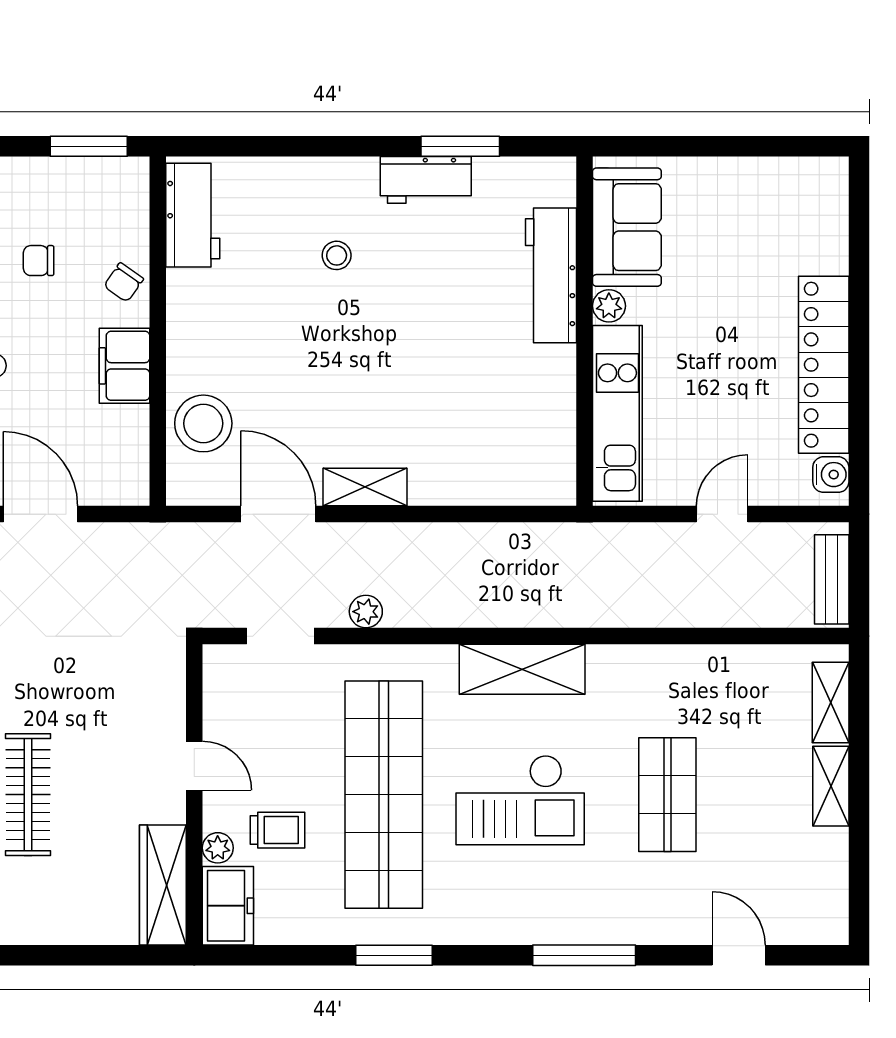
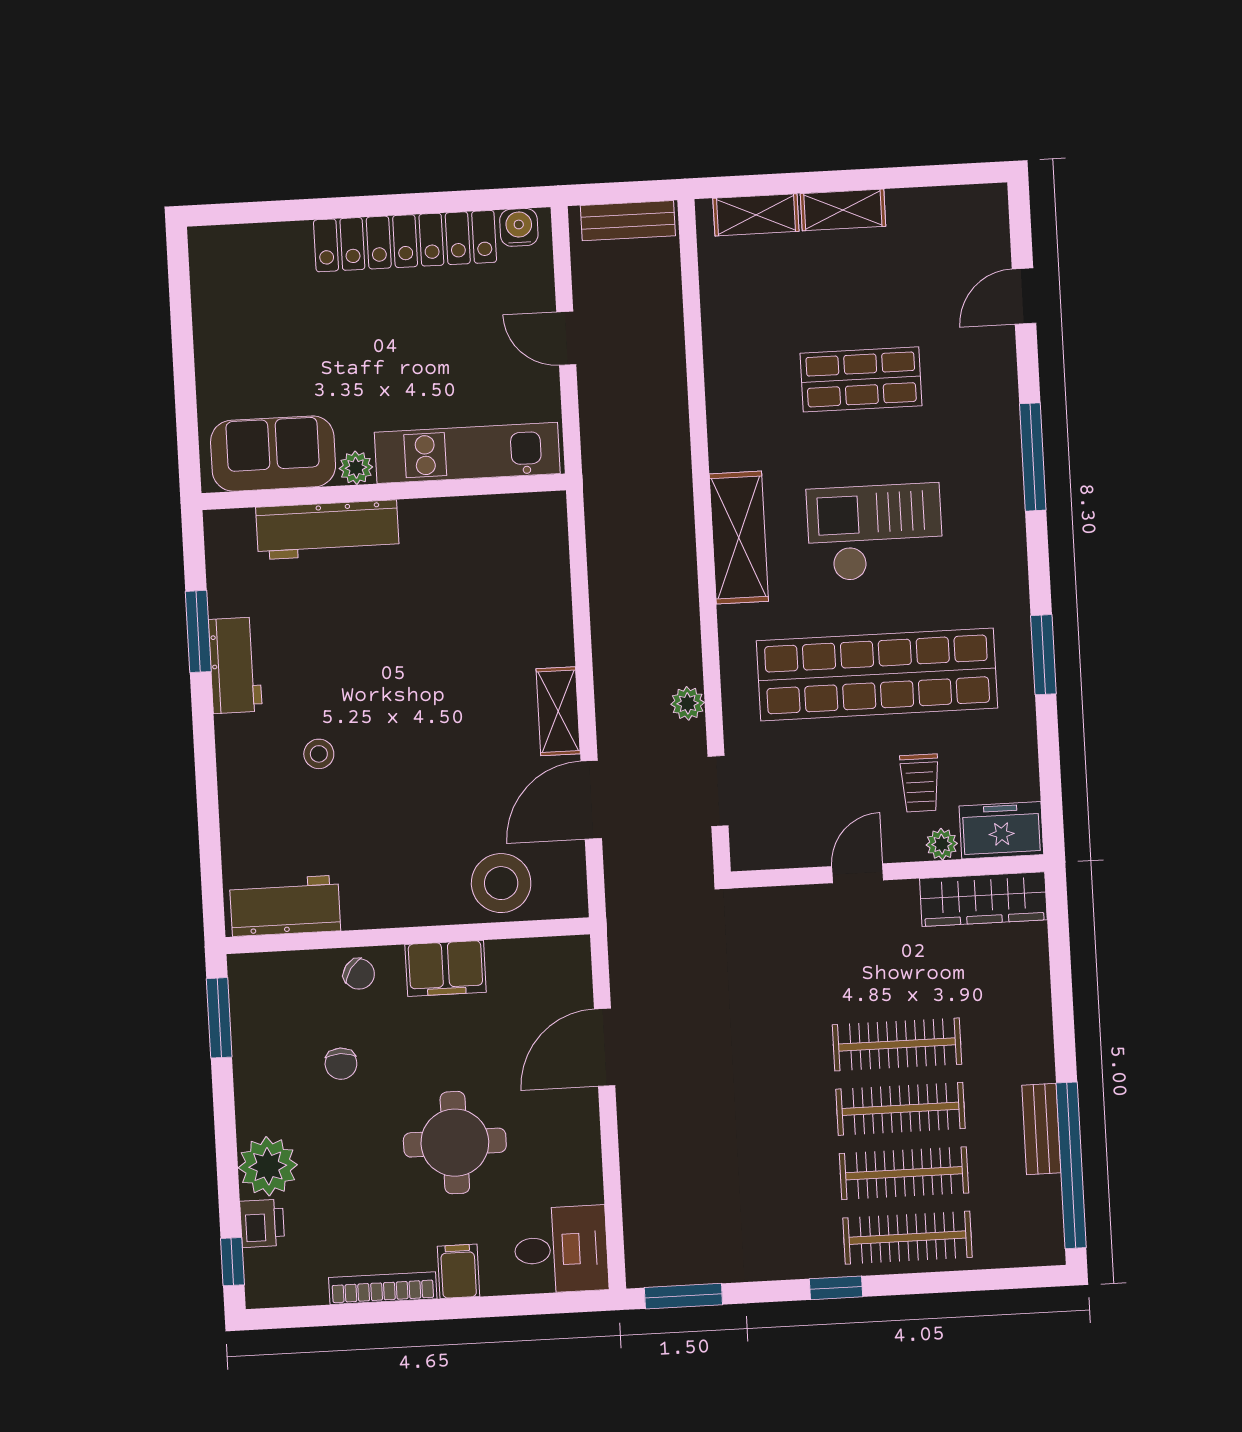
checkout: (520, 800) -> (875, 532), turned -90
trolley: (278, 830) -> (920, 783), turned 180

